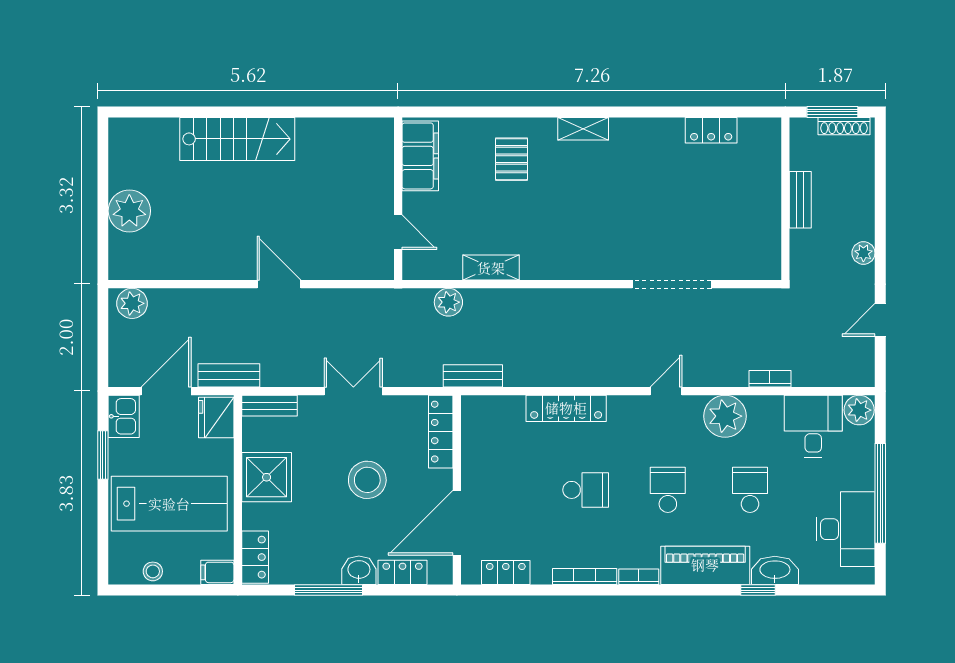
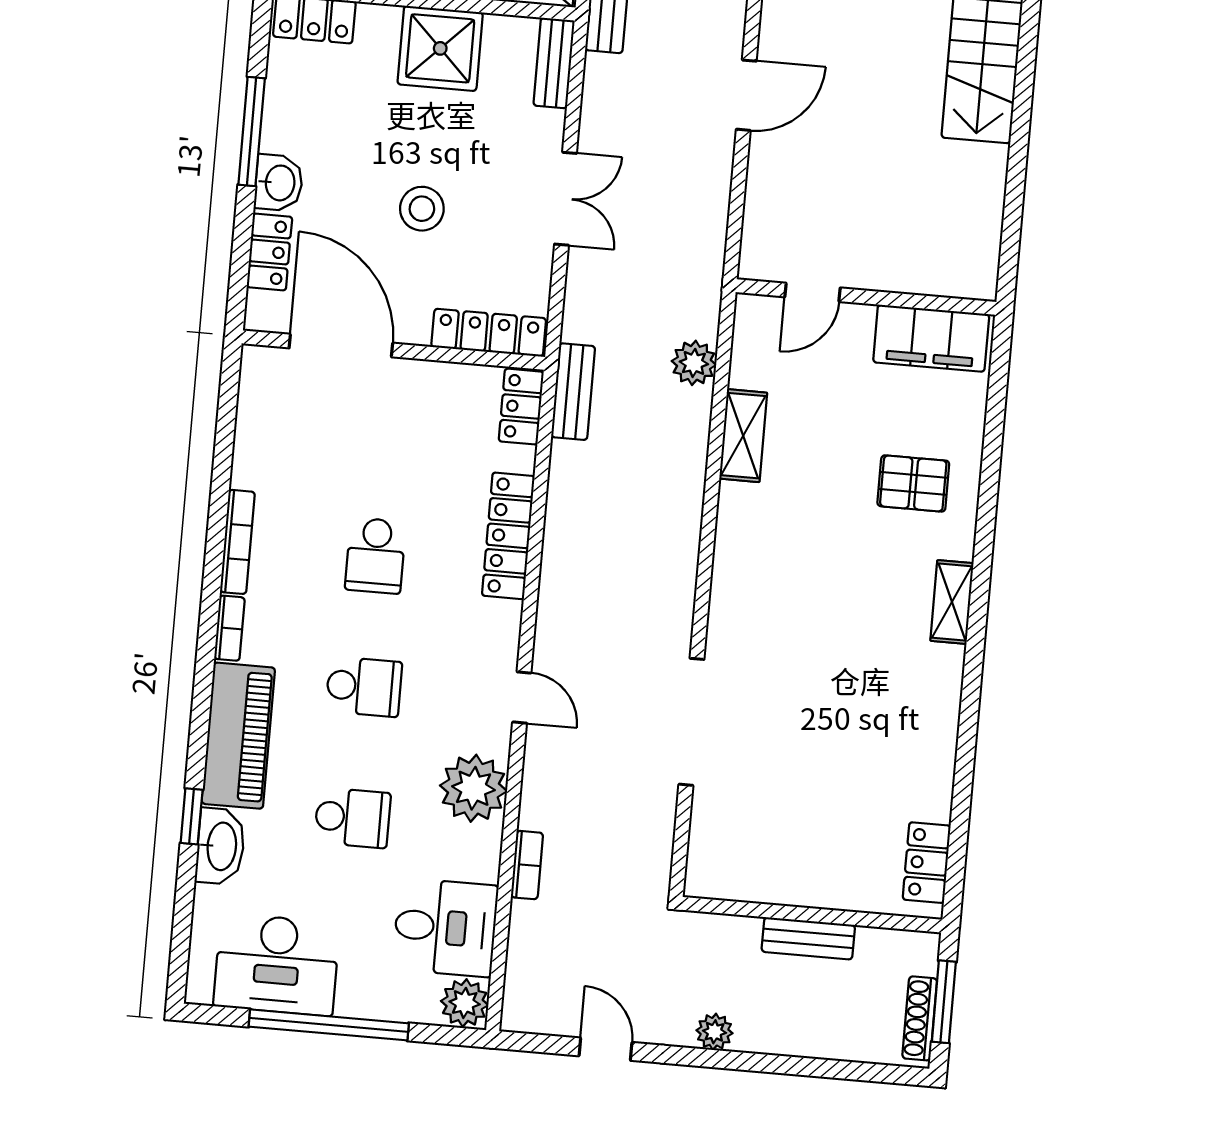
locker: (711, 130) -> (927, 863), moved
stool: (367, 480) -> (422, 209), width x0.73, depth x0.73
locker: (506, 573) -> (521, 407), moved, turned 180

